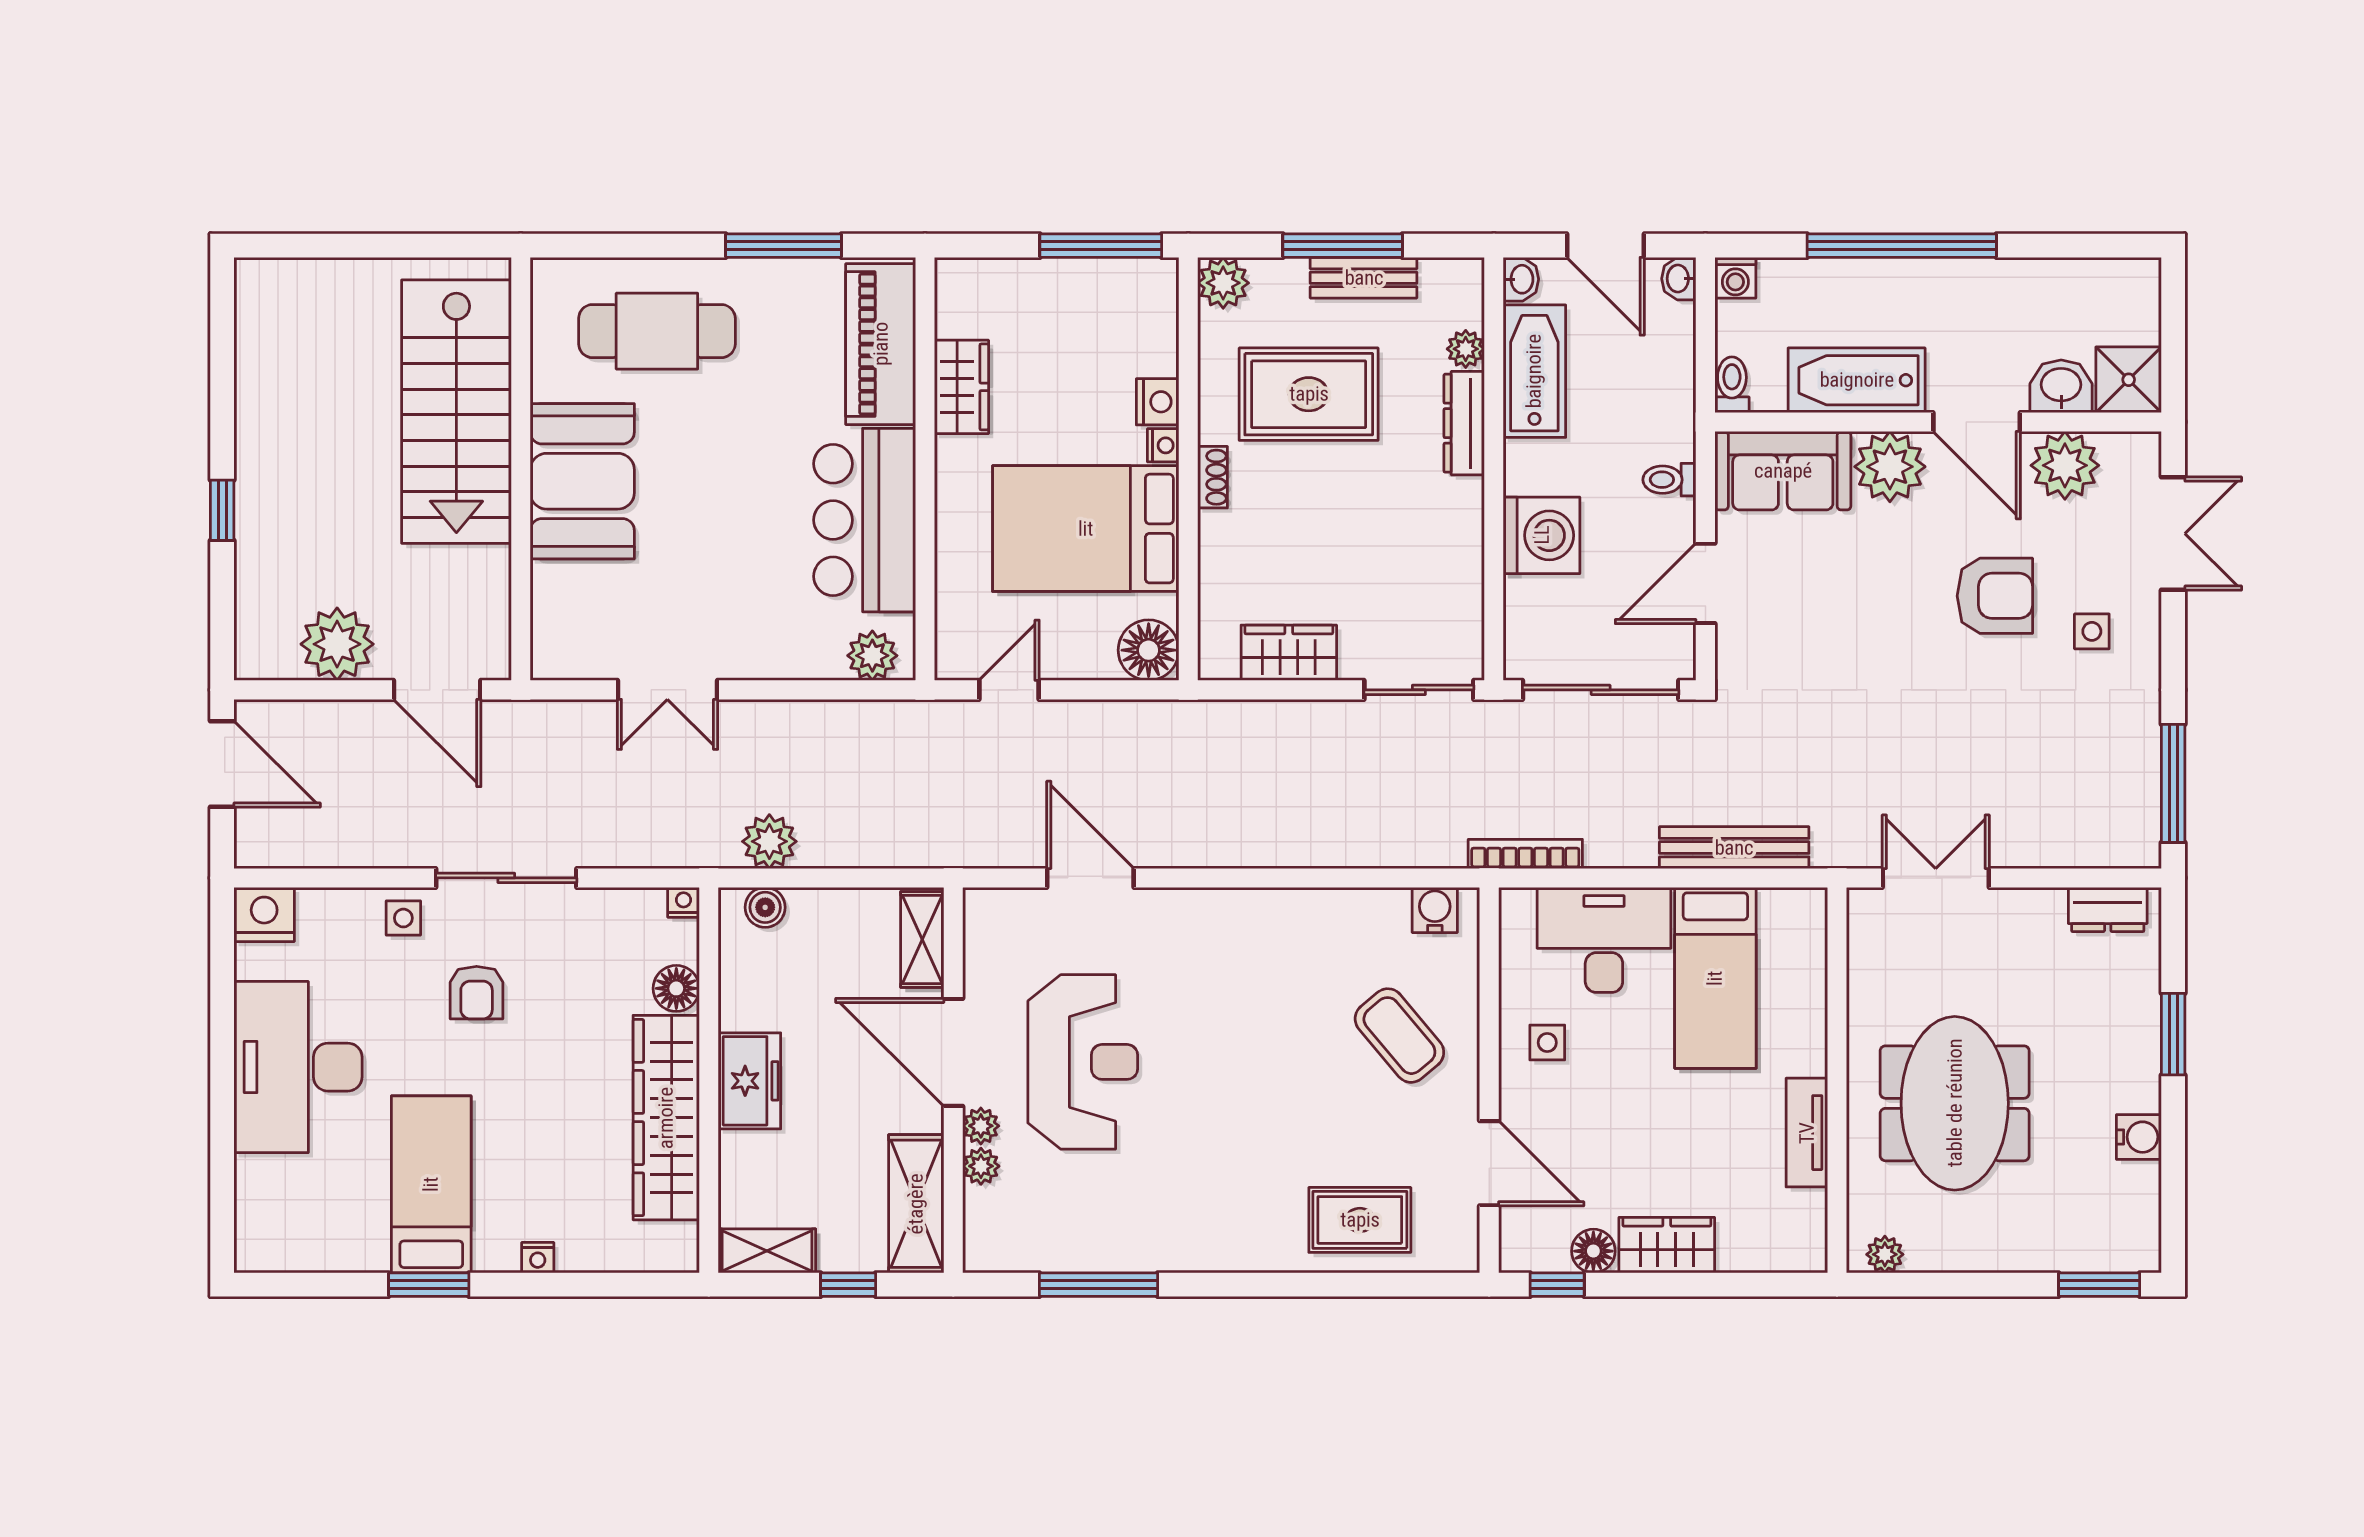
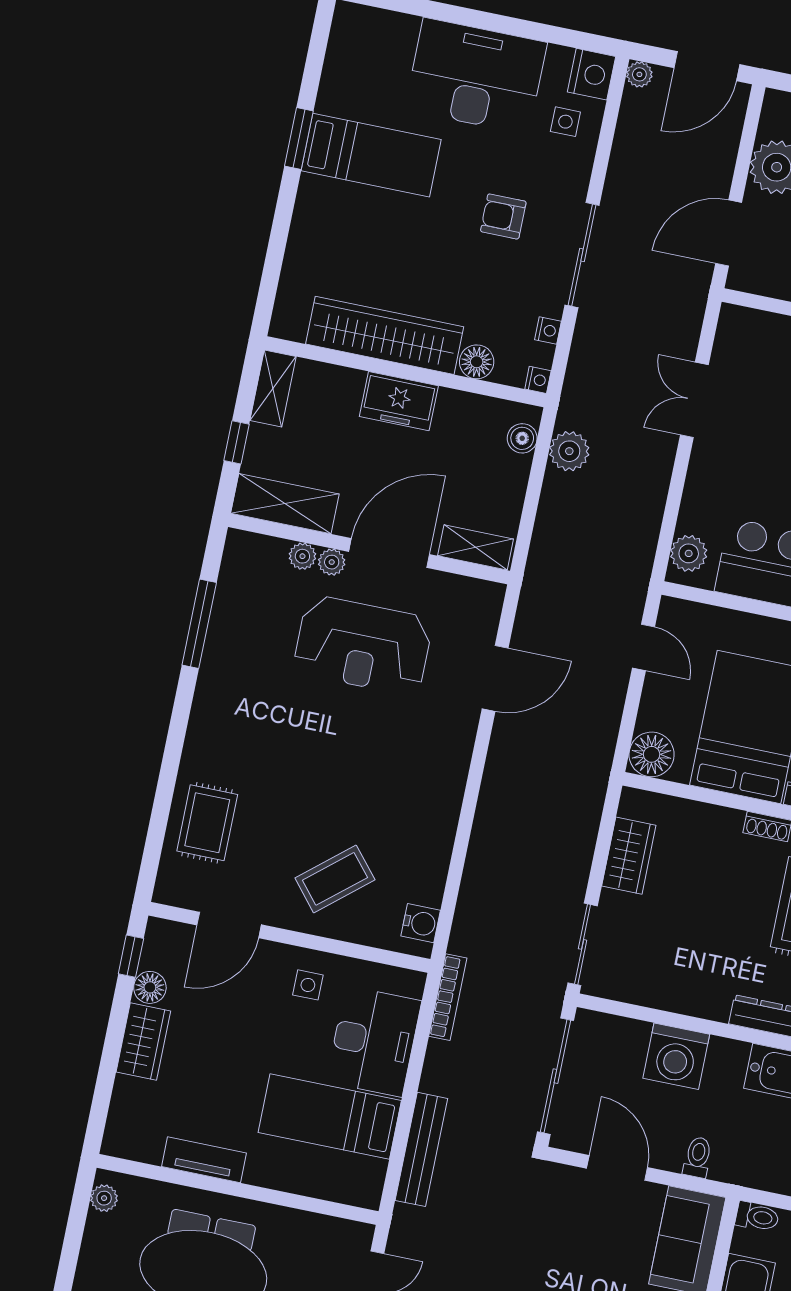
plant: (251, 851) -> (639, 74), added
side table: (403, 918) -> (565, 122), moved
nightstand: (538, 1258) -> (548, 330), moved, turned 180

